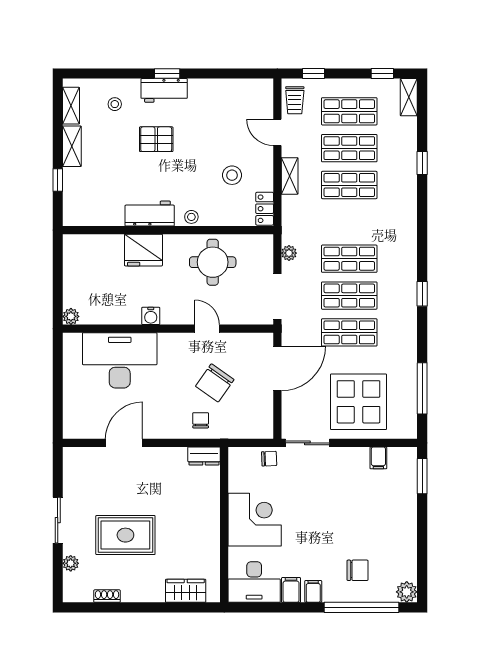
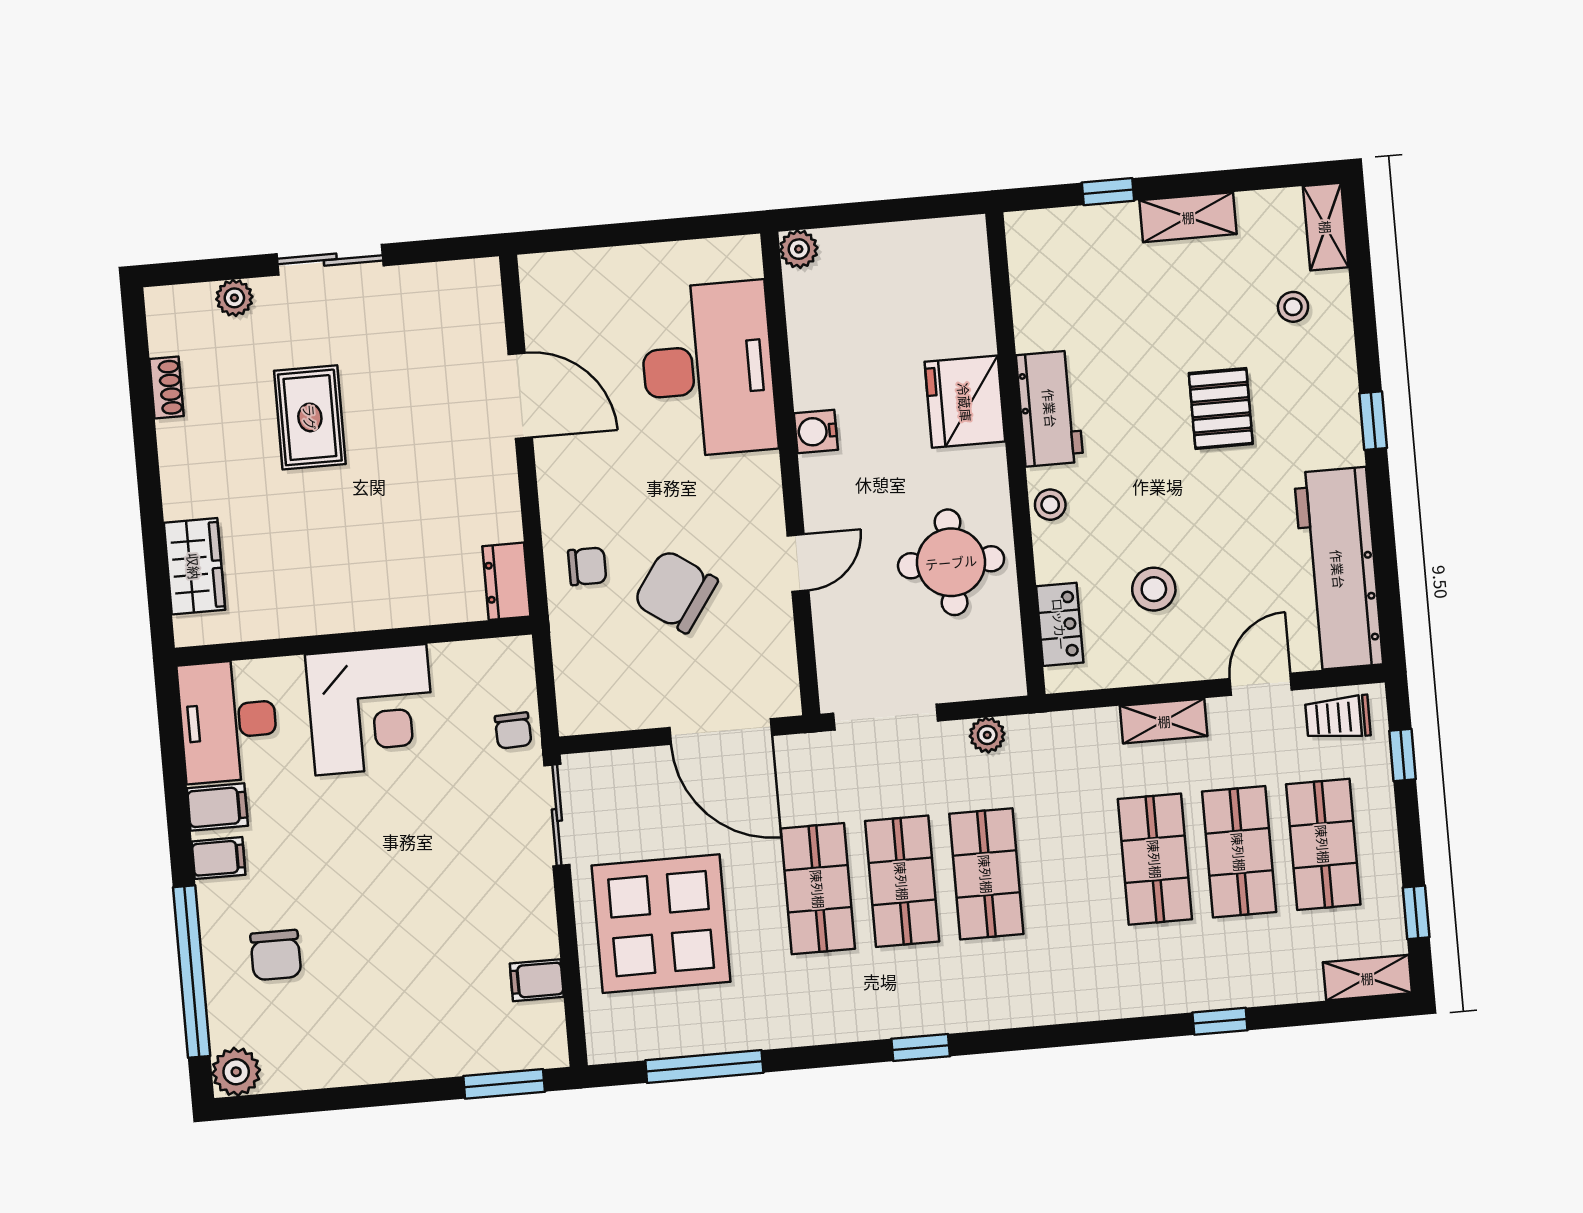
workbench: (164, 90) -> (1338, 569), moved, width x1.88, depth x1.32
shelving: (71, 106) -> (1326, 227), moved, turned 90
locker: (265, 209) -> (1060, 624), moved, turned 90
rug: (125, 535) -> (310, 417), width x0.73, depth x0.70

